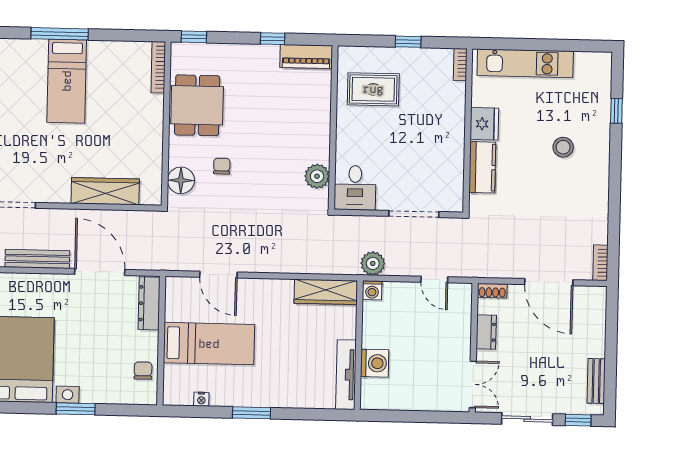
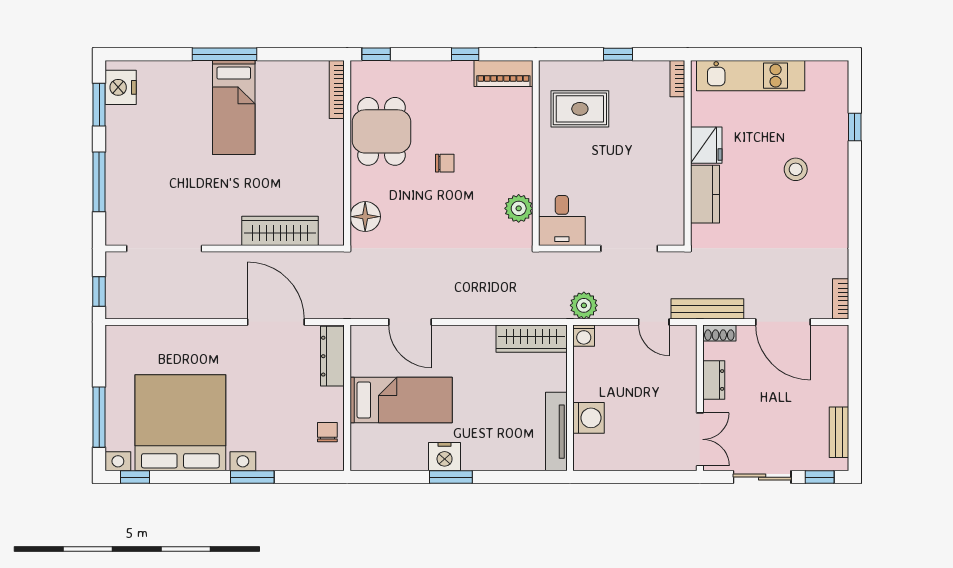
chair: (222, 166) -> (445, 163), moved, turned 90
bench: (37, 259) -> (707, 309), moved
nightstand: (201, 399) -> (445, 457), moved, width x1.89, depth x1.79

